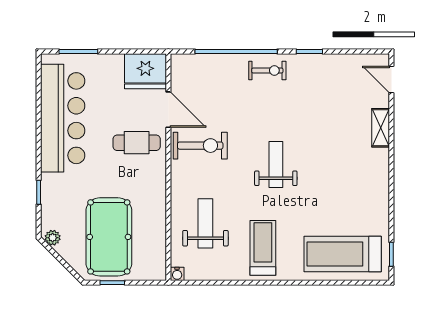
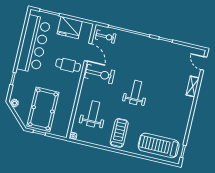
exercise bike: (267, 70) -> (106, 37), moved
fridge: (145, 71) -> (70, 28), moved

